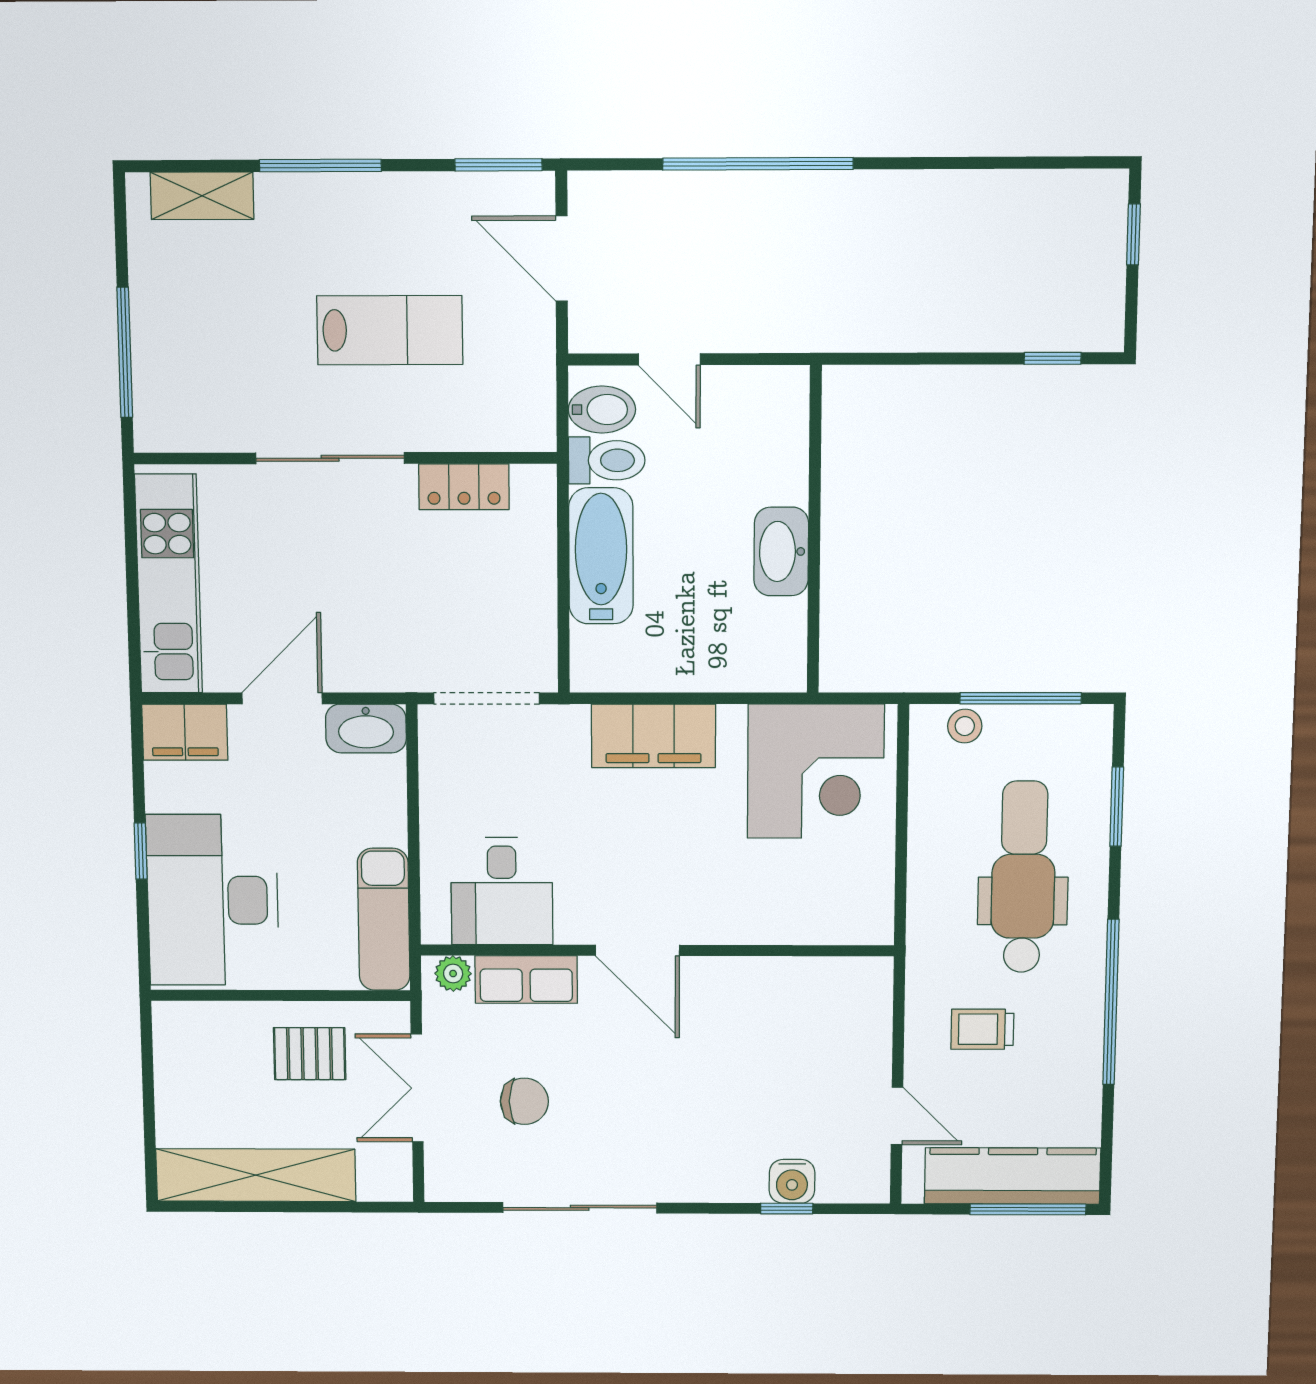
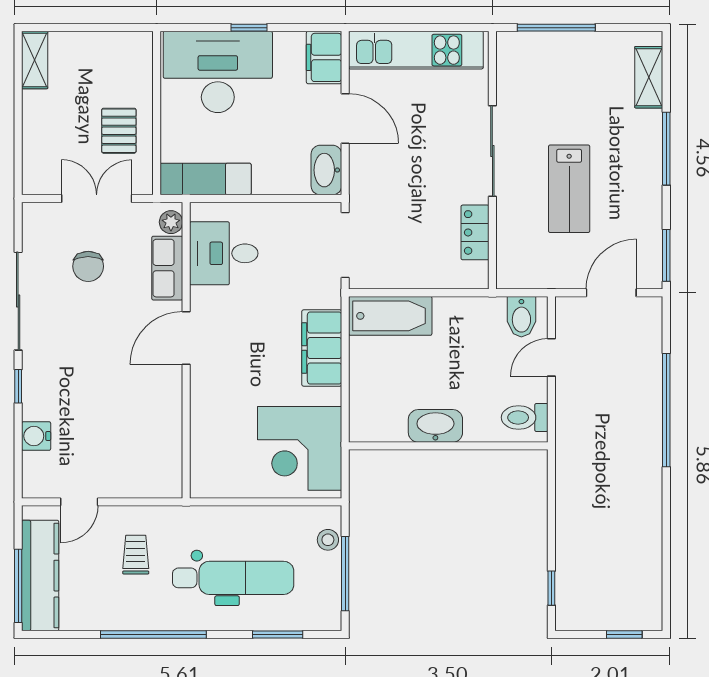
toilet: (607, 460) -> (525, 417), moved, turned 90
bathtub: (601, 556) -> (390, 316), moved
shelving: (256, 1175) -> (35, 60), width x0.45, depth x0.75
window: (787, 1209) -> (18, 386), moved

